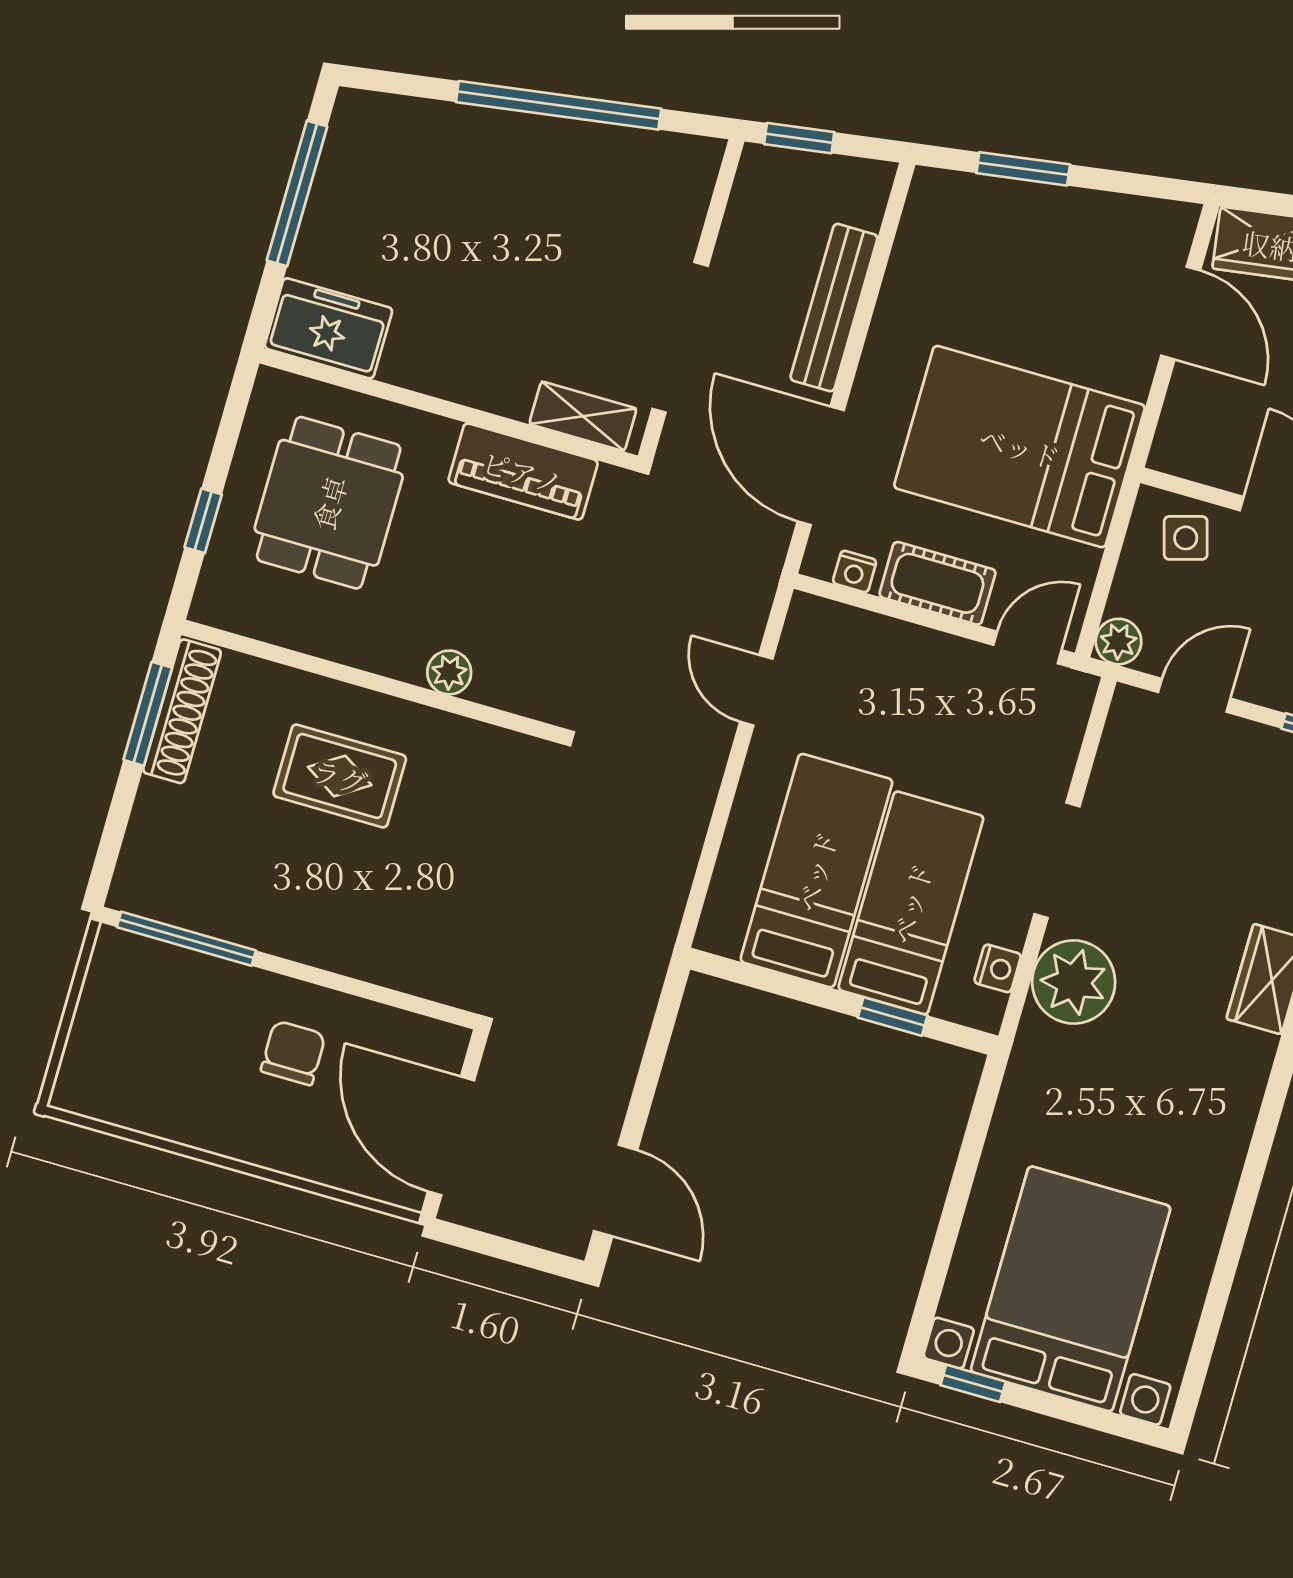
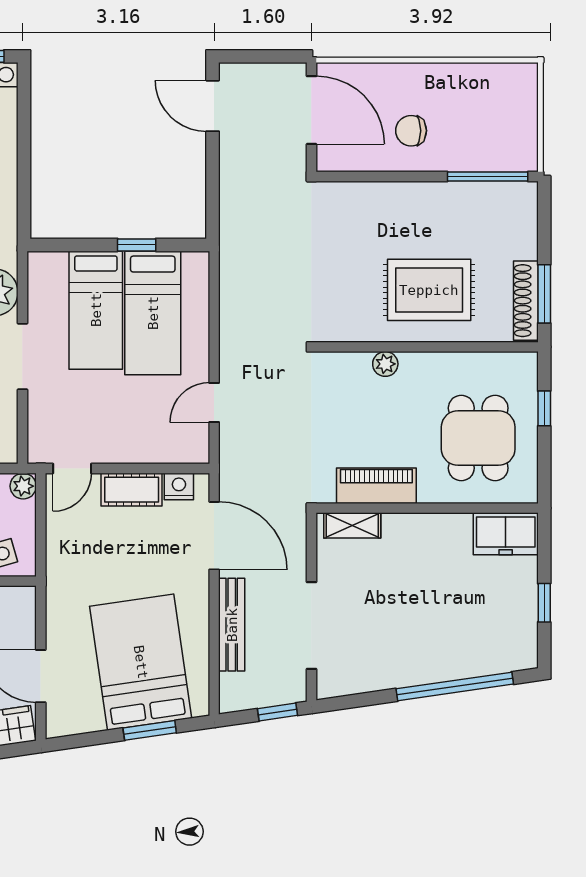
window: (559, 105) -> (455, 686), moved
window: (297, 193) -> (544, 603), width x0.46
doorway: (680, 337) -> (311, 626), moved
bed: (1020, 447) -> (141, 662), moved, turned -98
nightstand: (855, 572) -> (179, 487), width x1.39, depth x1.35
door: (756, 690) -> (214, 402), swing flipped
rug: (340, 776) -> (429, 290), width x1.36, depth x1.43
nightstand: (998, 968) -> (38, 288), removed
window: (893, 1017) -> (137, 245), moved
chair: (293, 1053) -> (411, 131), turned 90

